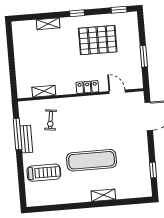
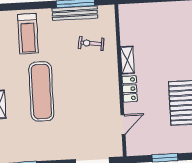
shelving: (44, 91) -> (127, 60), moved
bench: (26, 139) -> (75, 13), width x1.36

